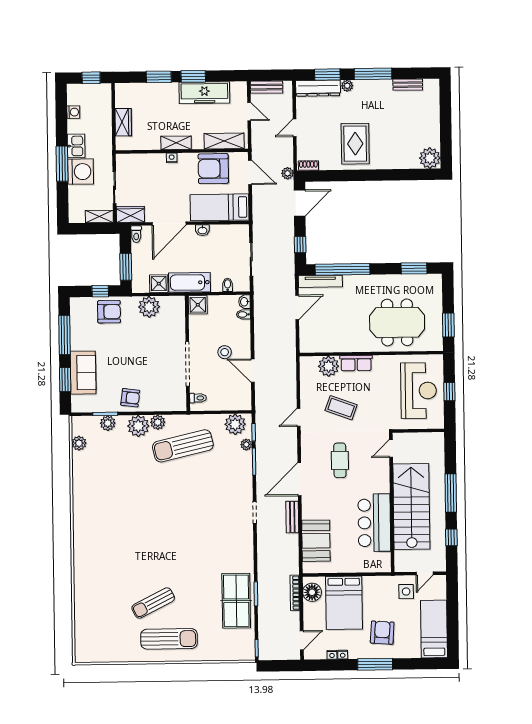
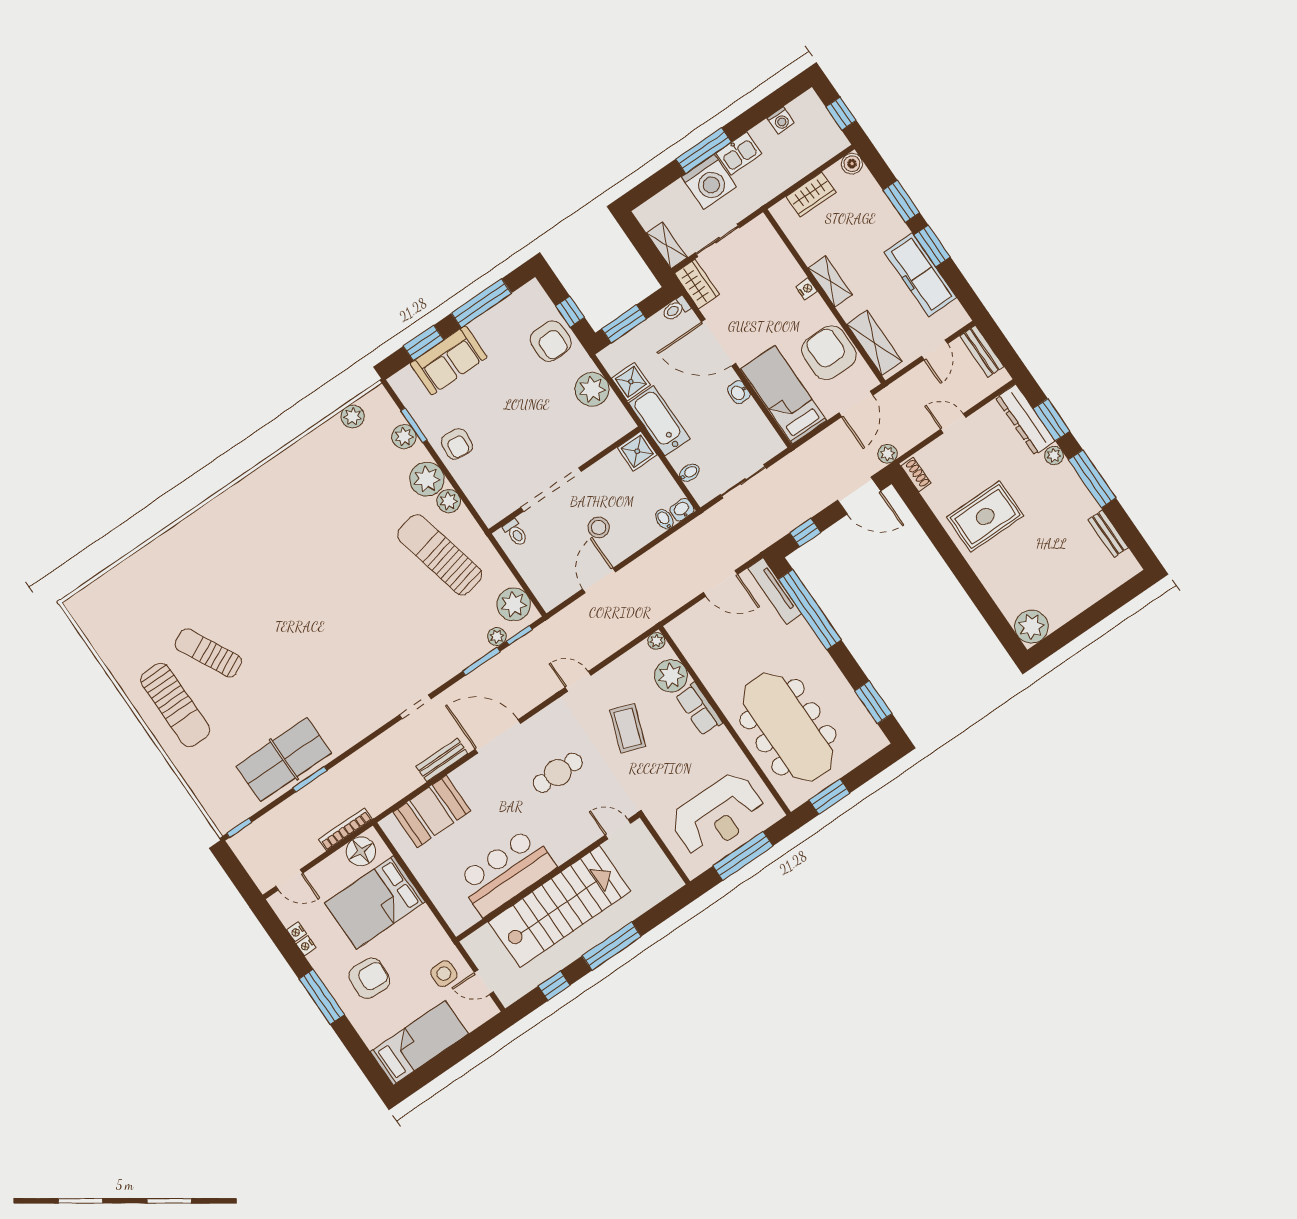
boiler: (121, 90) -> (852, 164), added
meeting table: (397, 322) -> (788, 727), width x1.36
plant: (305, 362) -> (656, 641), added
window: (449, 392) -> (743, 856), width x2.17

